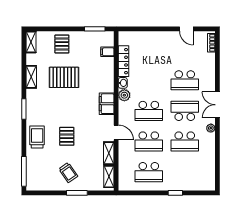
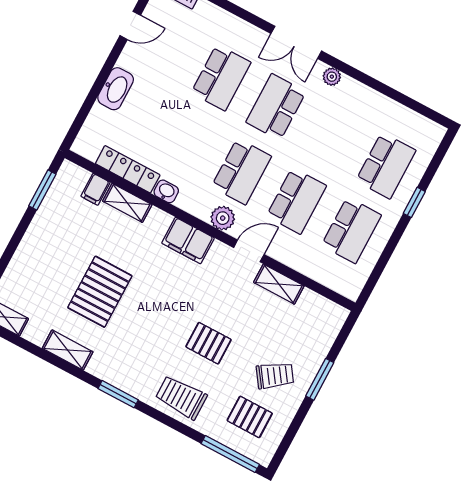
washbasin: (156, 37) -> (116, 89), added
pallet: (62, 44) -> (250, 417), moved
plant: (124, 95) -> (223, 218), moved
school desk: (185, 141) -> (386, 166), moved
shelving: (109, 177) -> (127, 203), moved

